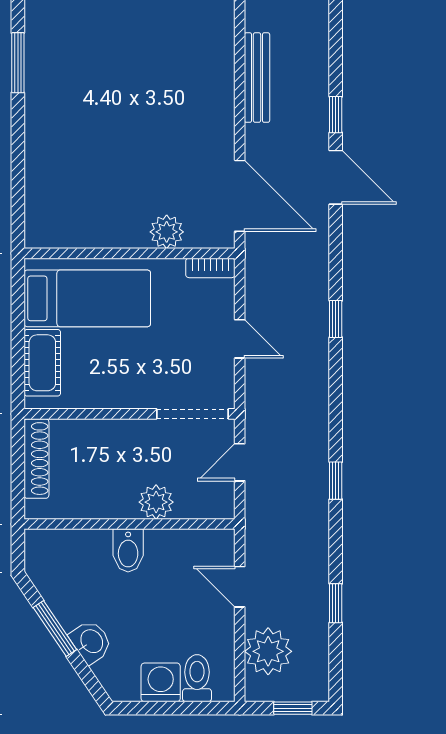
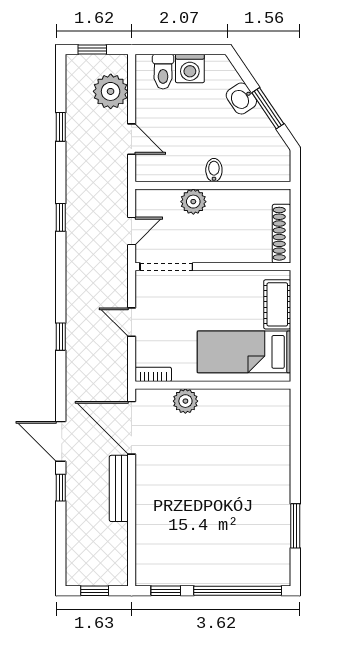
bench: (257, 78) -> (119, 488), moved
bidet: (128, 550) -> (214, 170), width x0.72, depth x0.74

